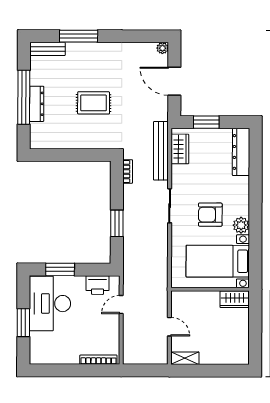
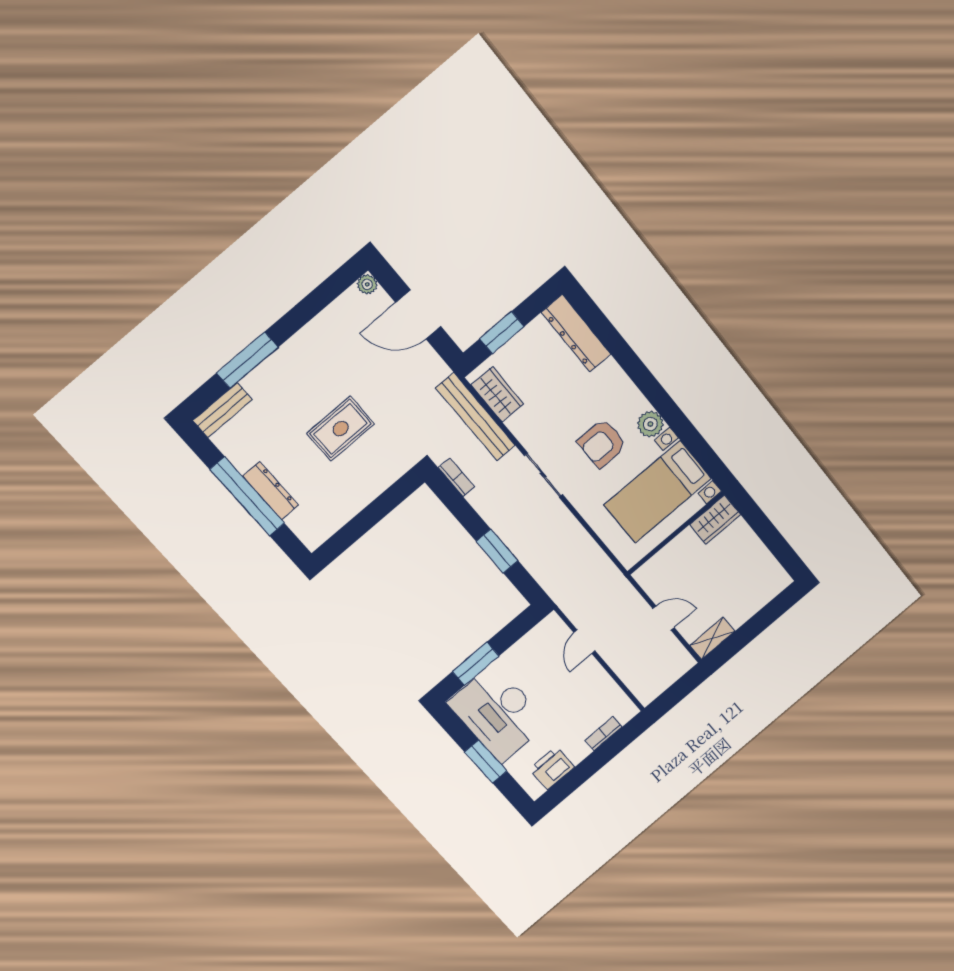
printer: (98, 285) -> (552, 768), moved, turned 180
bookcase: (98, 360) -> (603, 734), width x0.64

